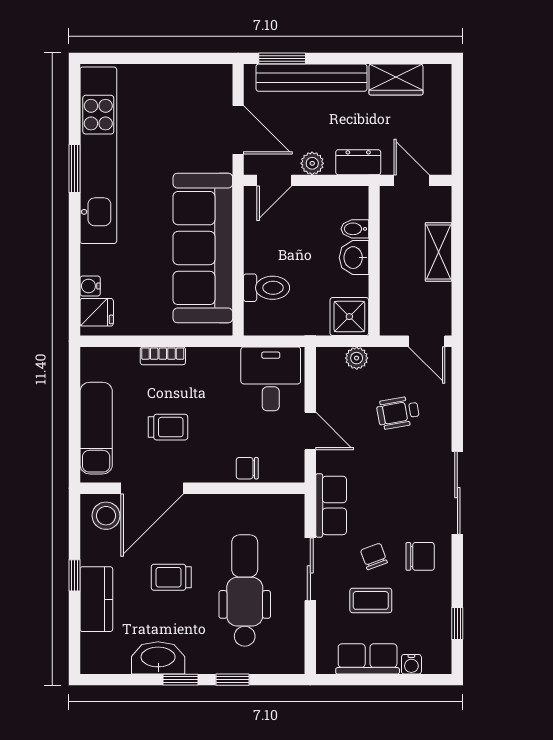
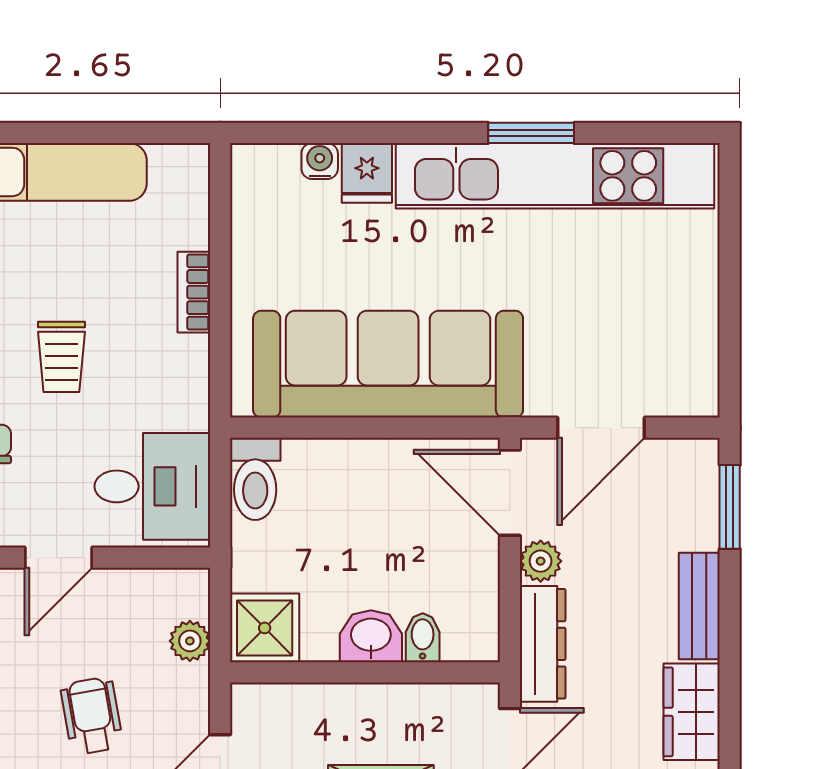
bench: (312, 78) -> (699, 606), width x0.54, depth x0.82
dresser: (358, 162) -> (543, 644), width x1.44
door: (274, 180) -> (510, 493), width x1.38
toilet: (267, 288) -> (255, 479), moved
fridge: (97, 312) -> (367, 173), moved
trolley: (168, 427) -> (61, 357), moved

